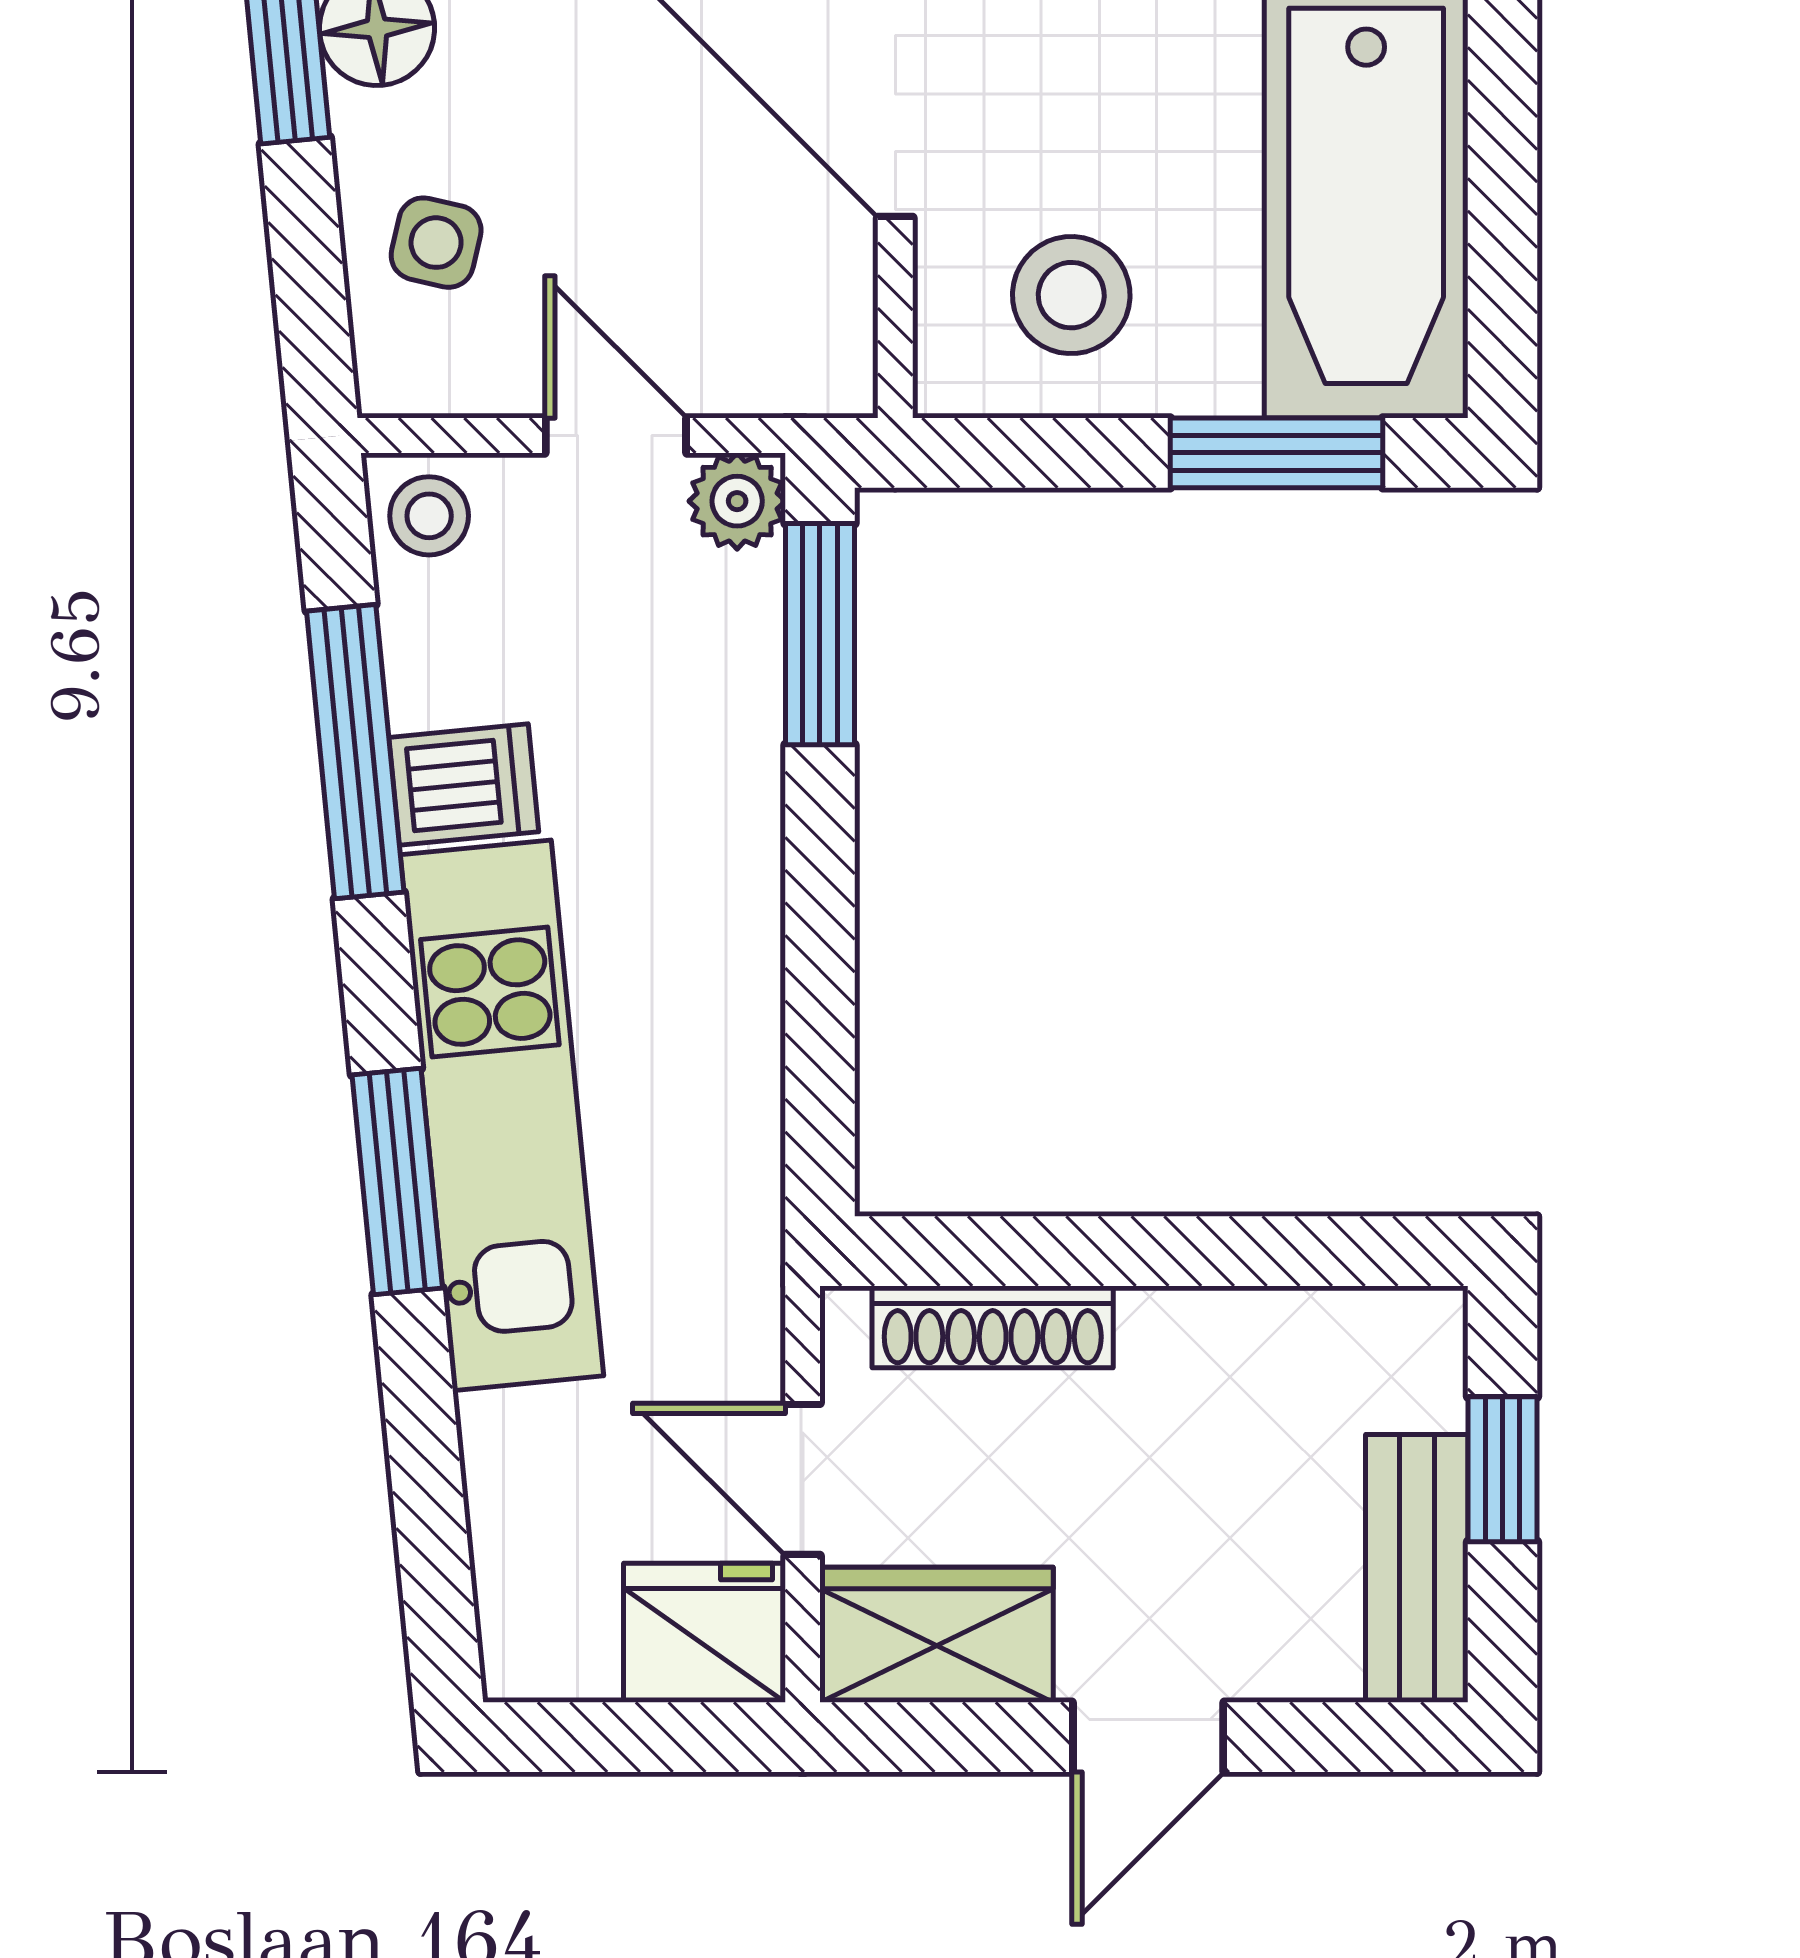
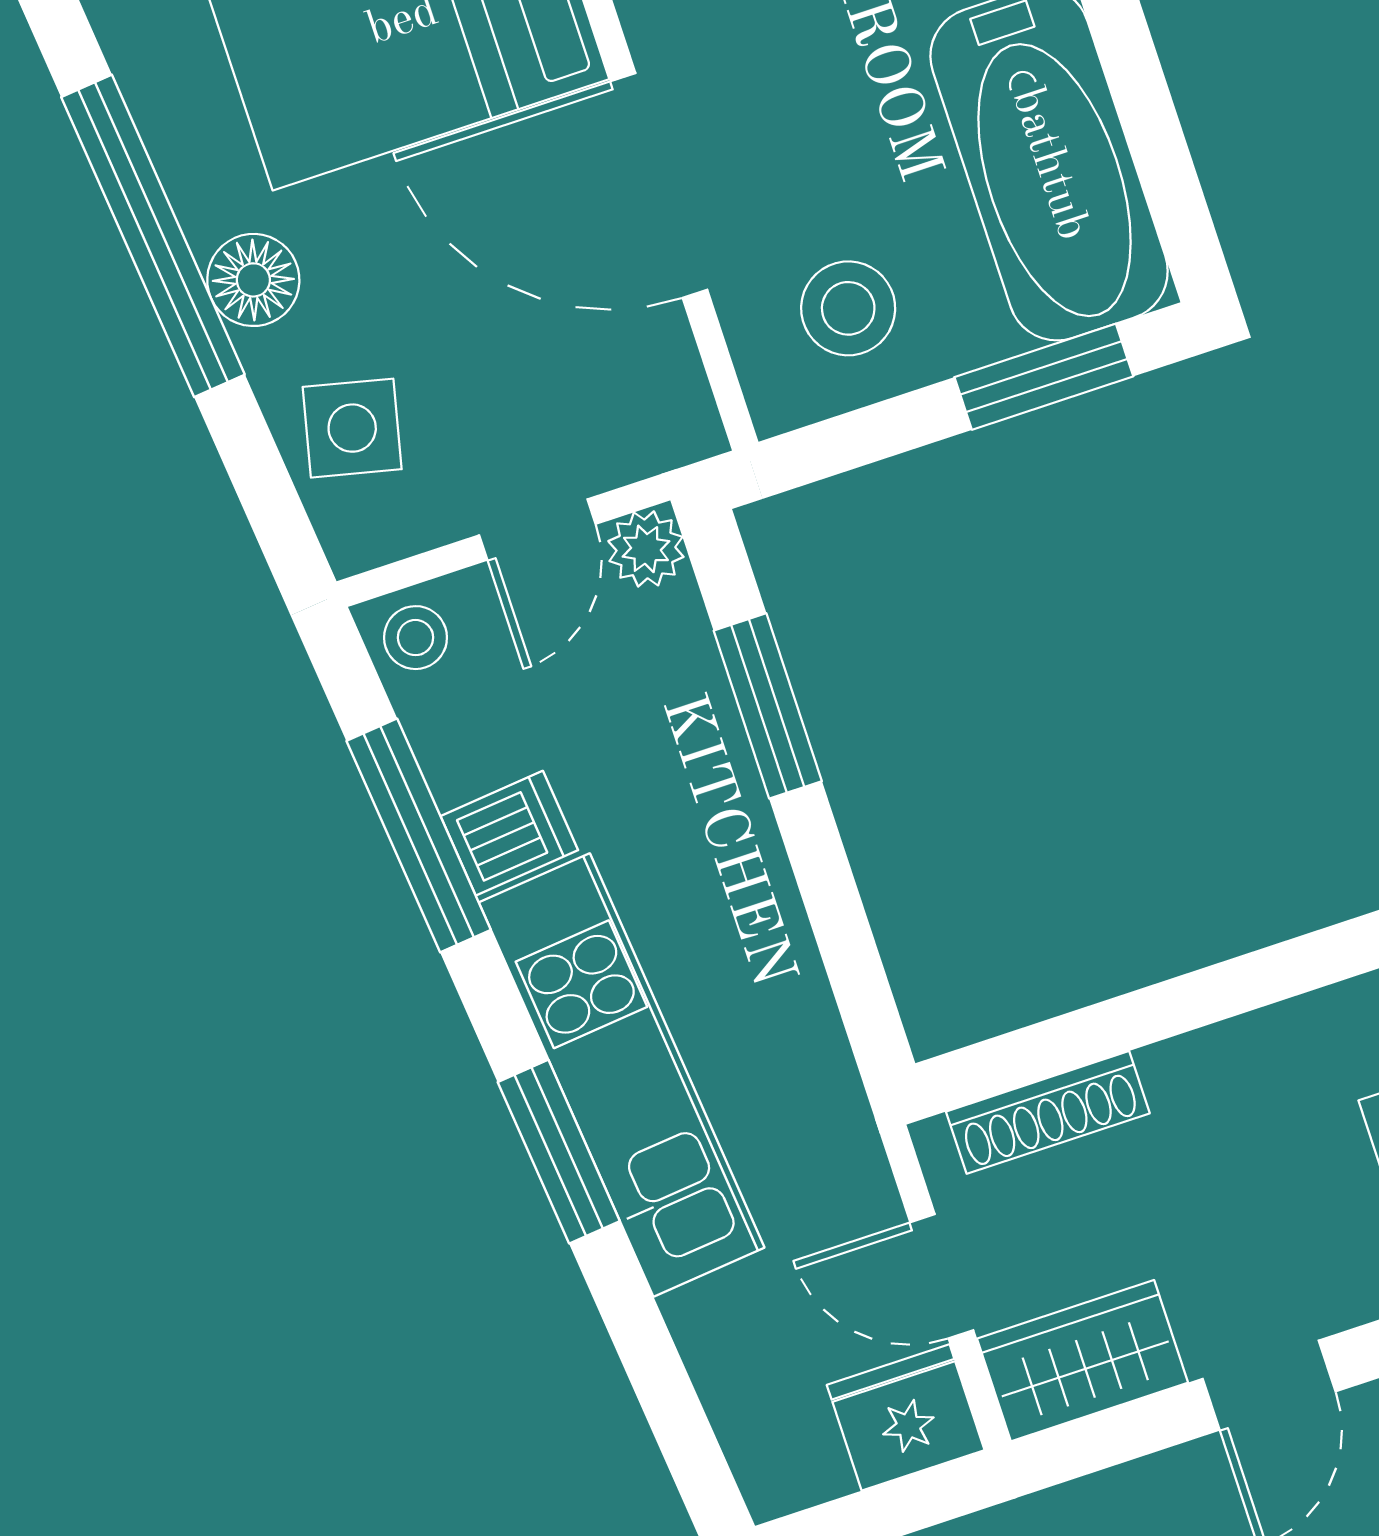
side table: (436, 243) -> (352, 428), width x1.37, depth x1.37
door: (616, 436) -> (537, 530), swing flipped
window: (820, 634) -> (768, 706), moved

